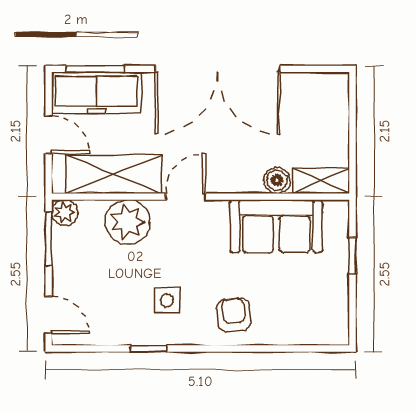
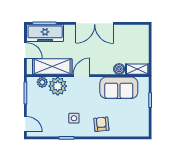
double door: (218, 69) -> (95, 23), width x0.73
plant: (65, 213) -> (42, 82), moved

